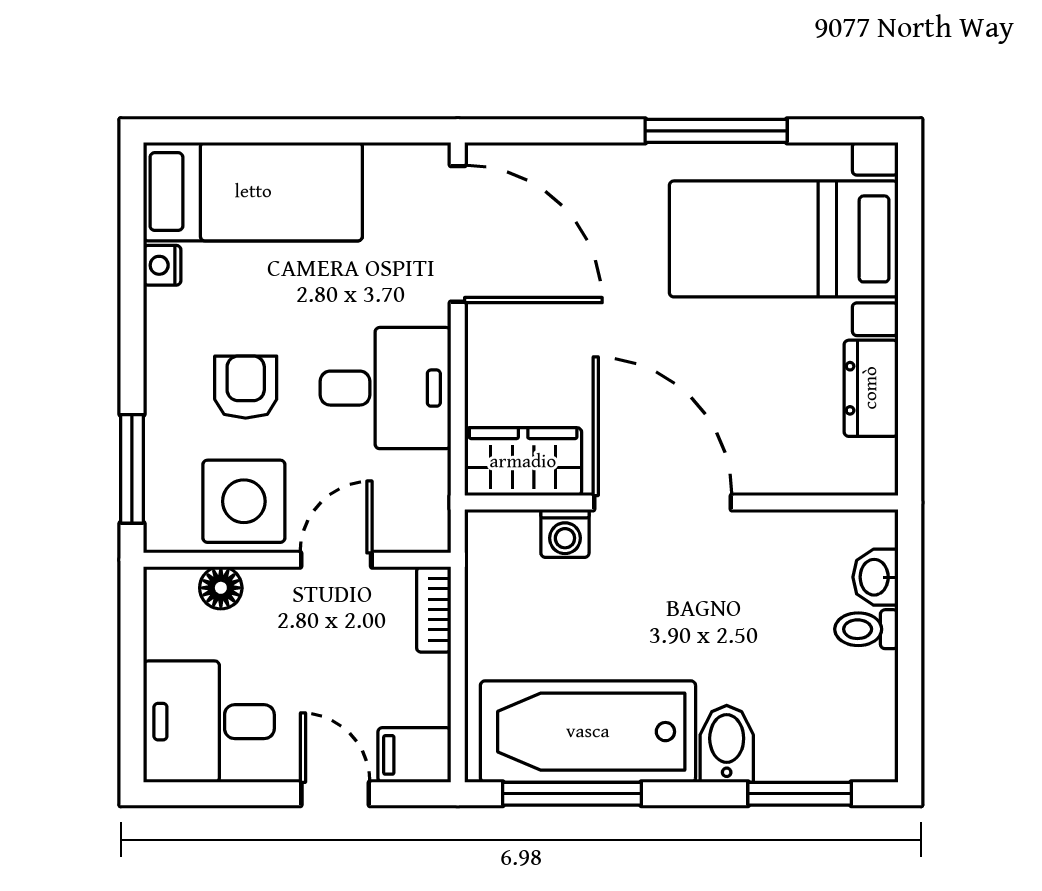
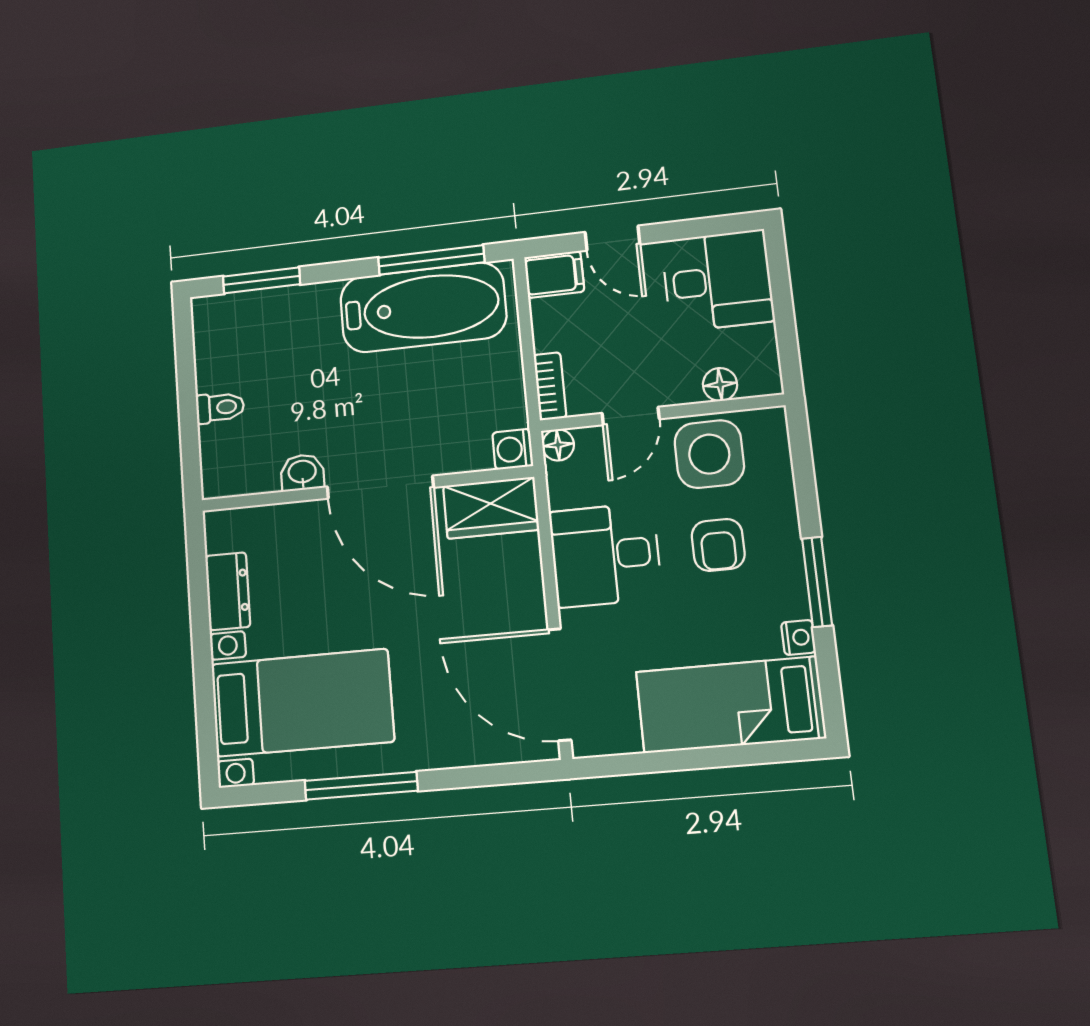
window: (132, 469) -> (817, 582), moved
floor lamp: (431, 533) -> (558, 445), added
washing machine: (565, 533) -> (513, 449), moved, turned -90
washbasin: (876, 577) -> (302, 473), moved, turned -90
bidet: (727, 744) -> (318, 311), removed

